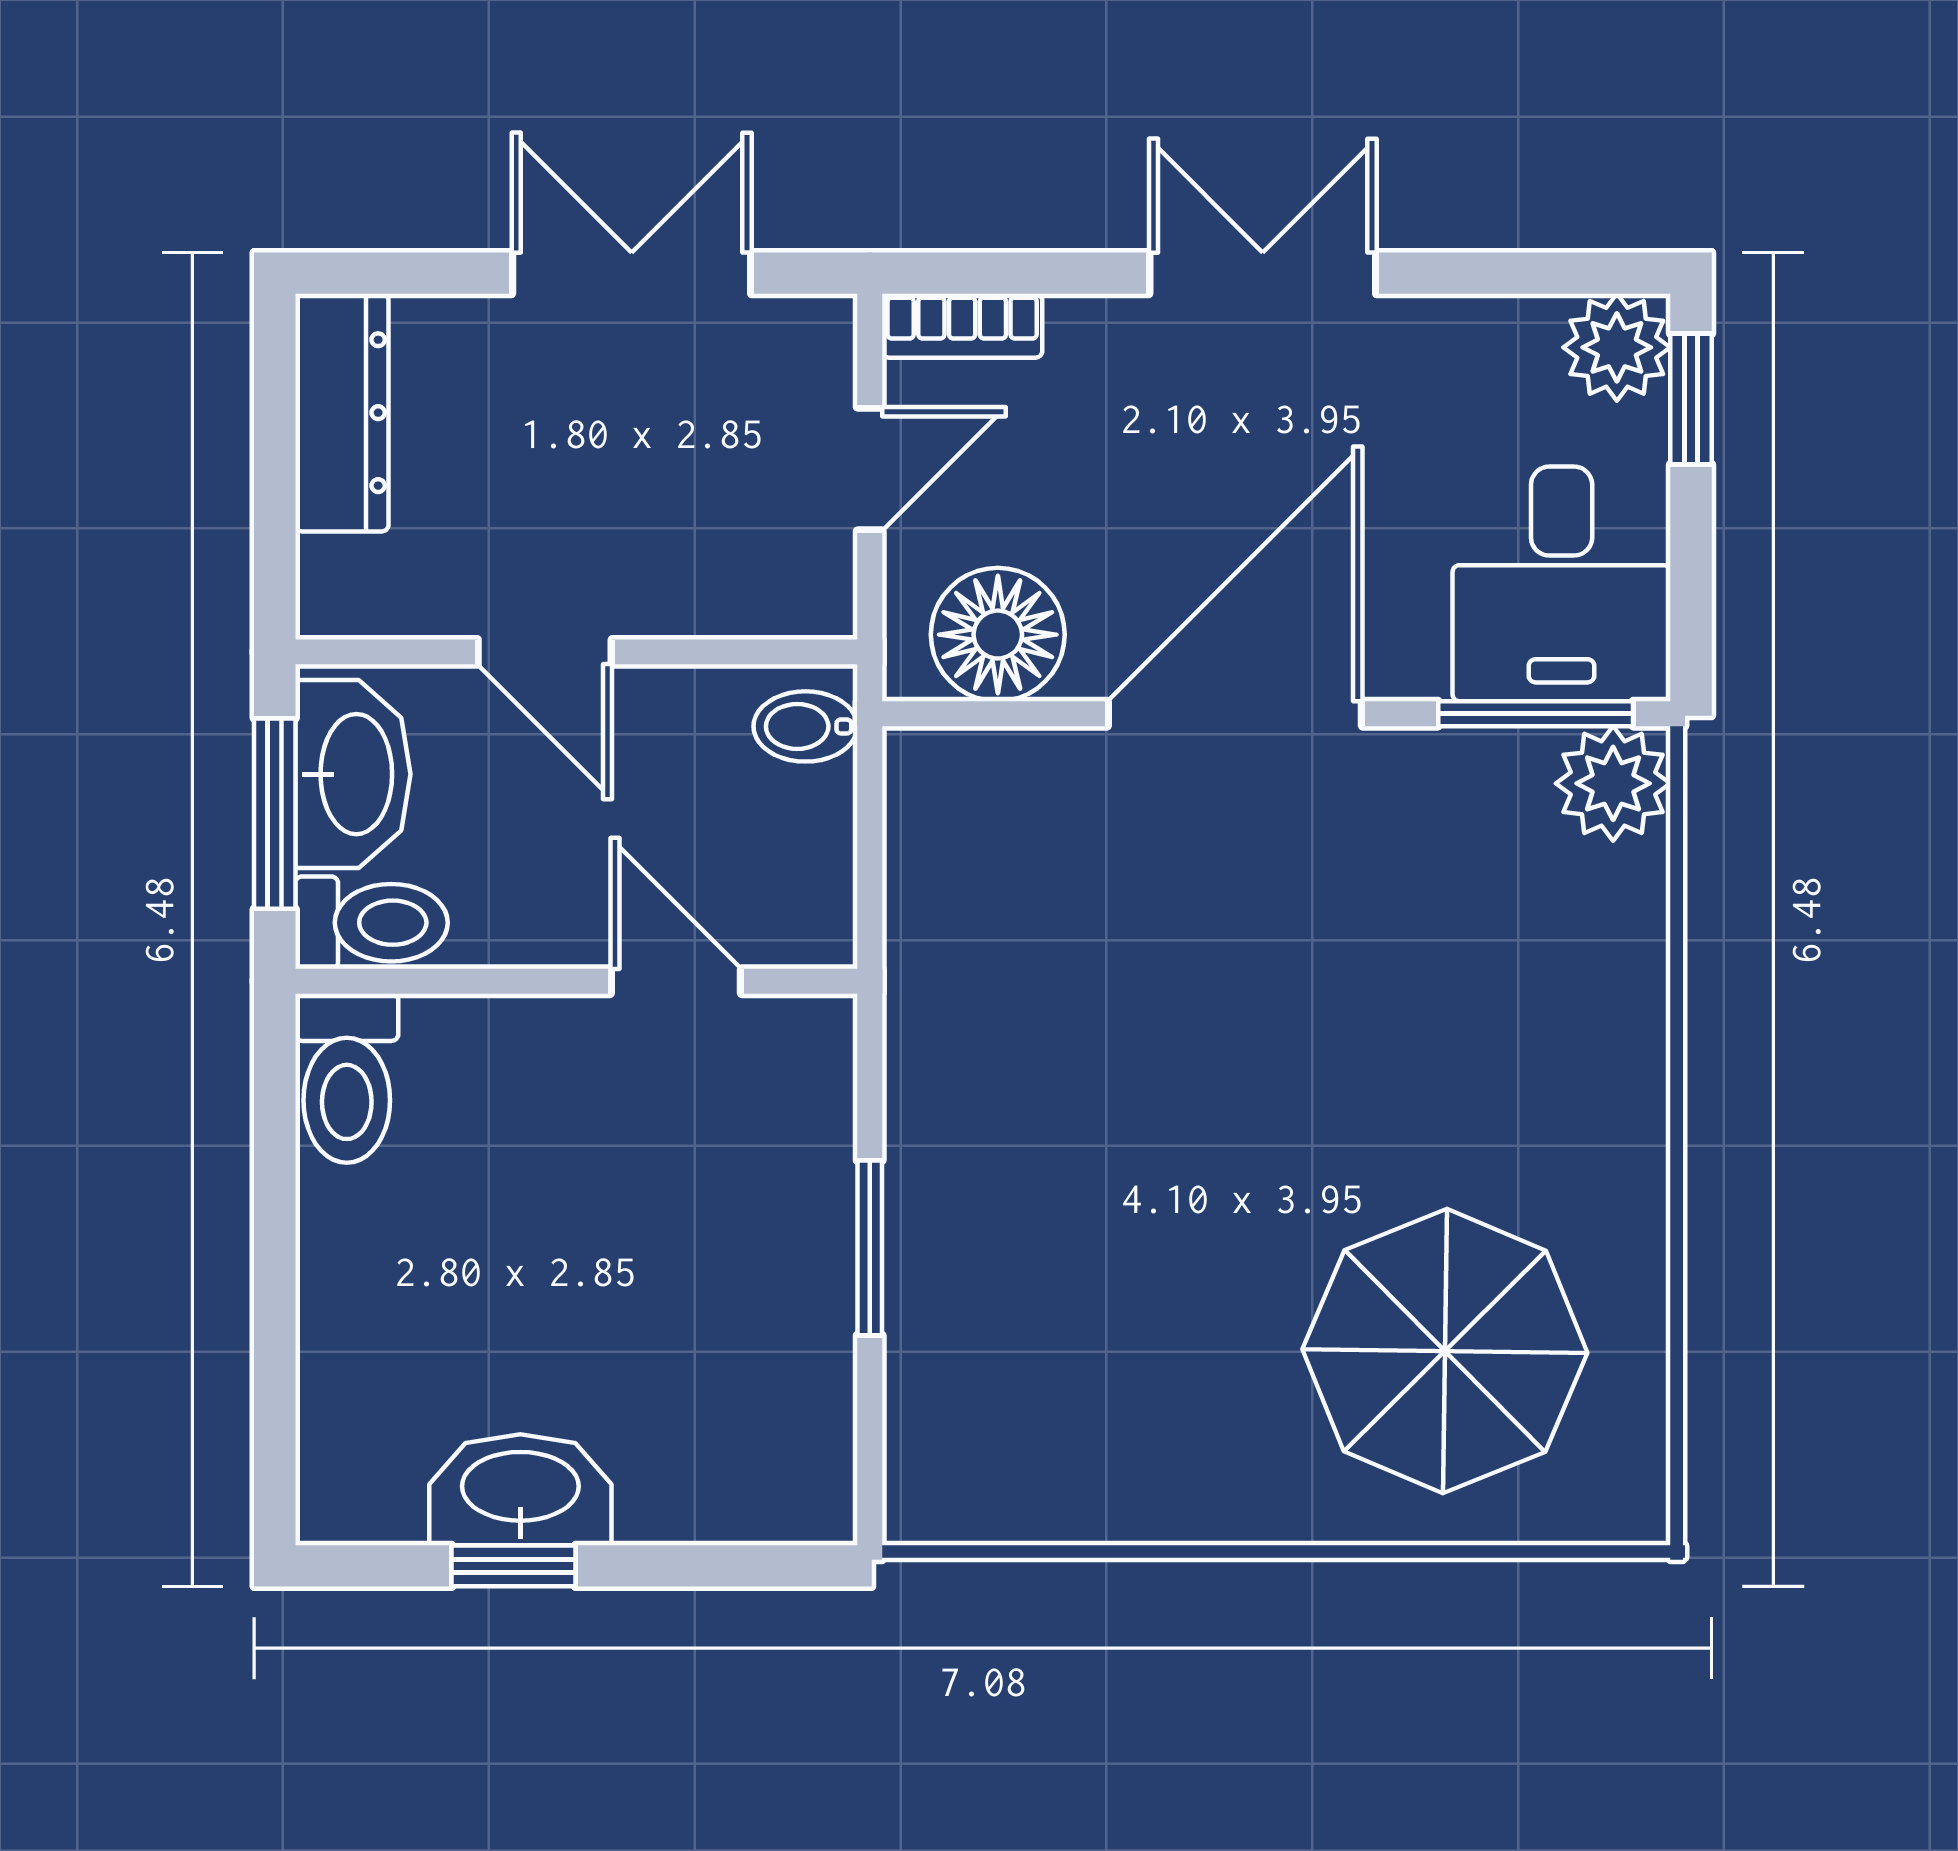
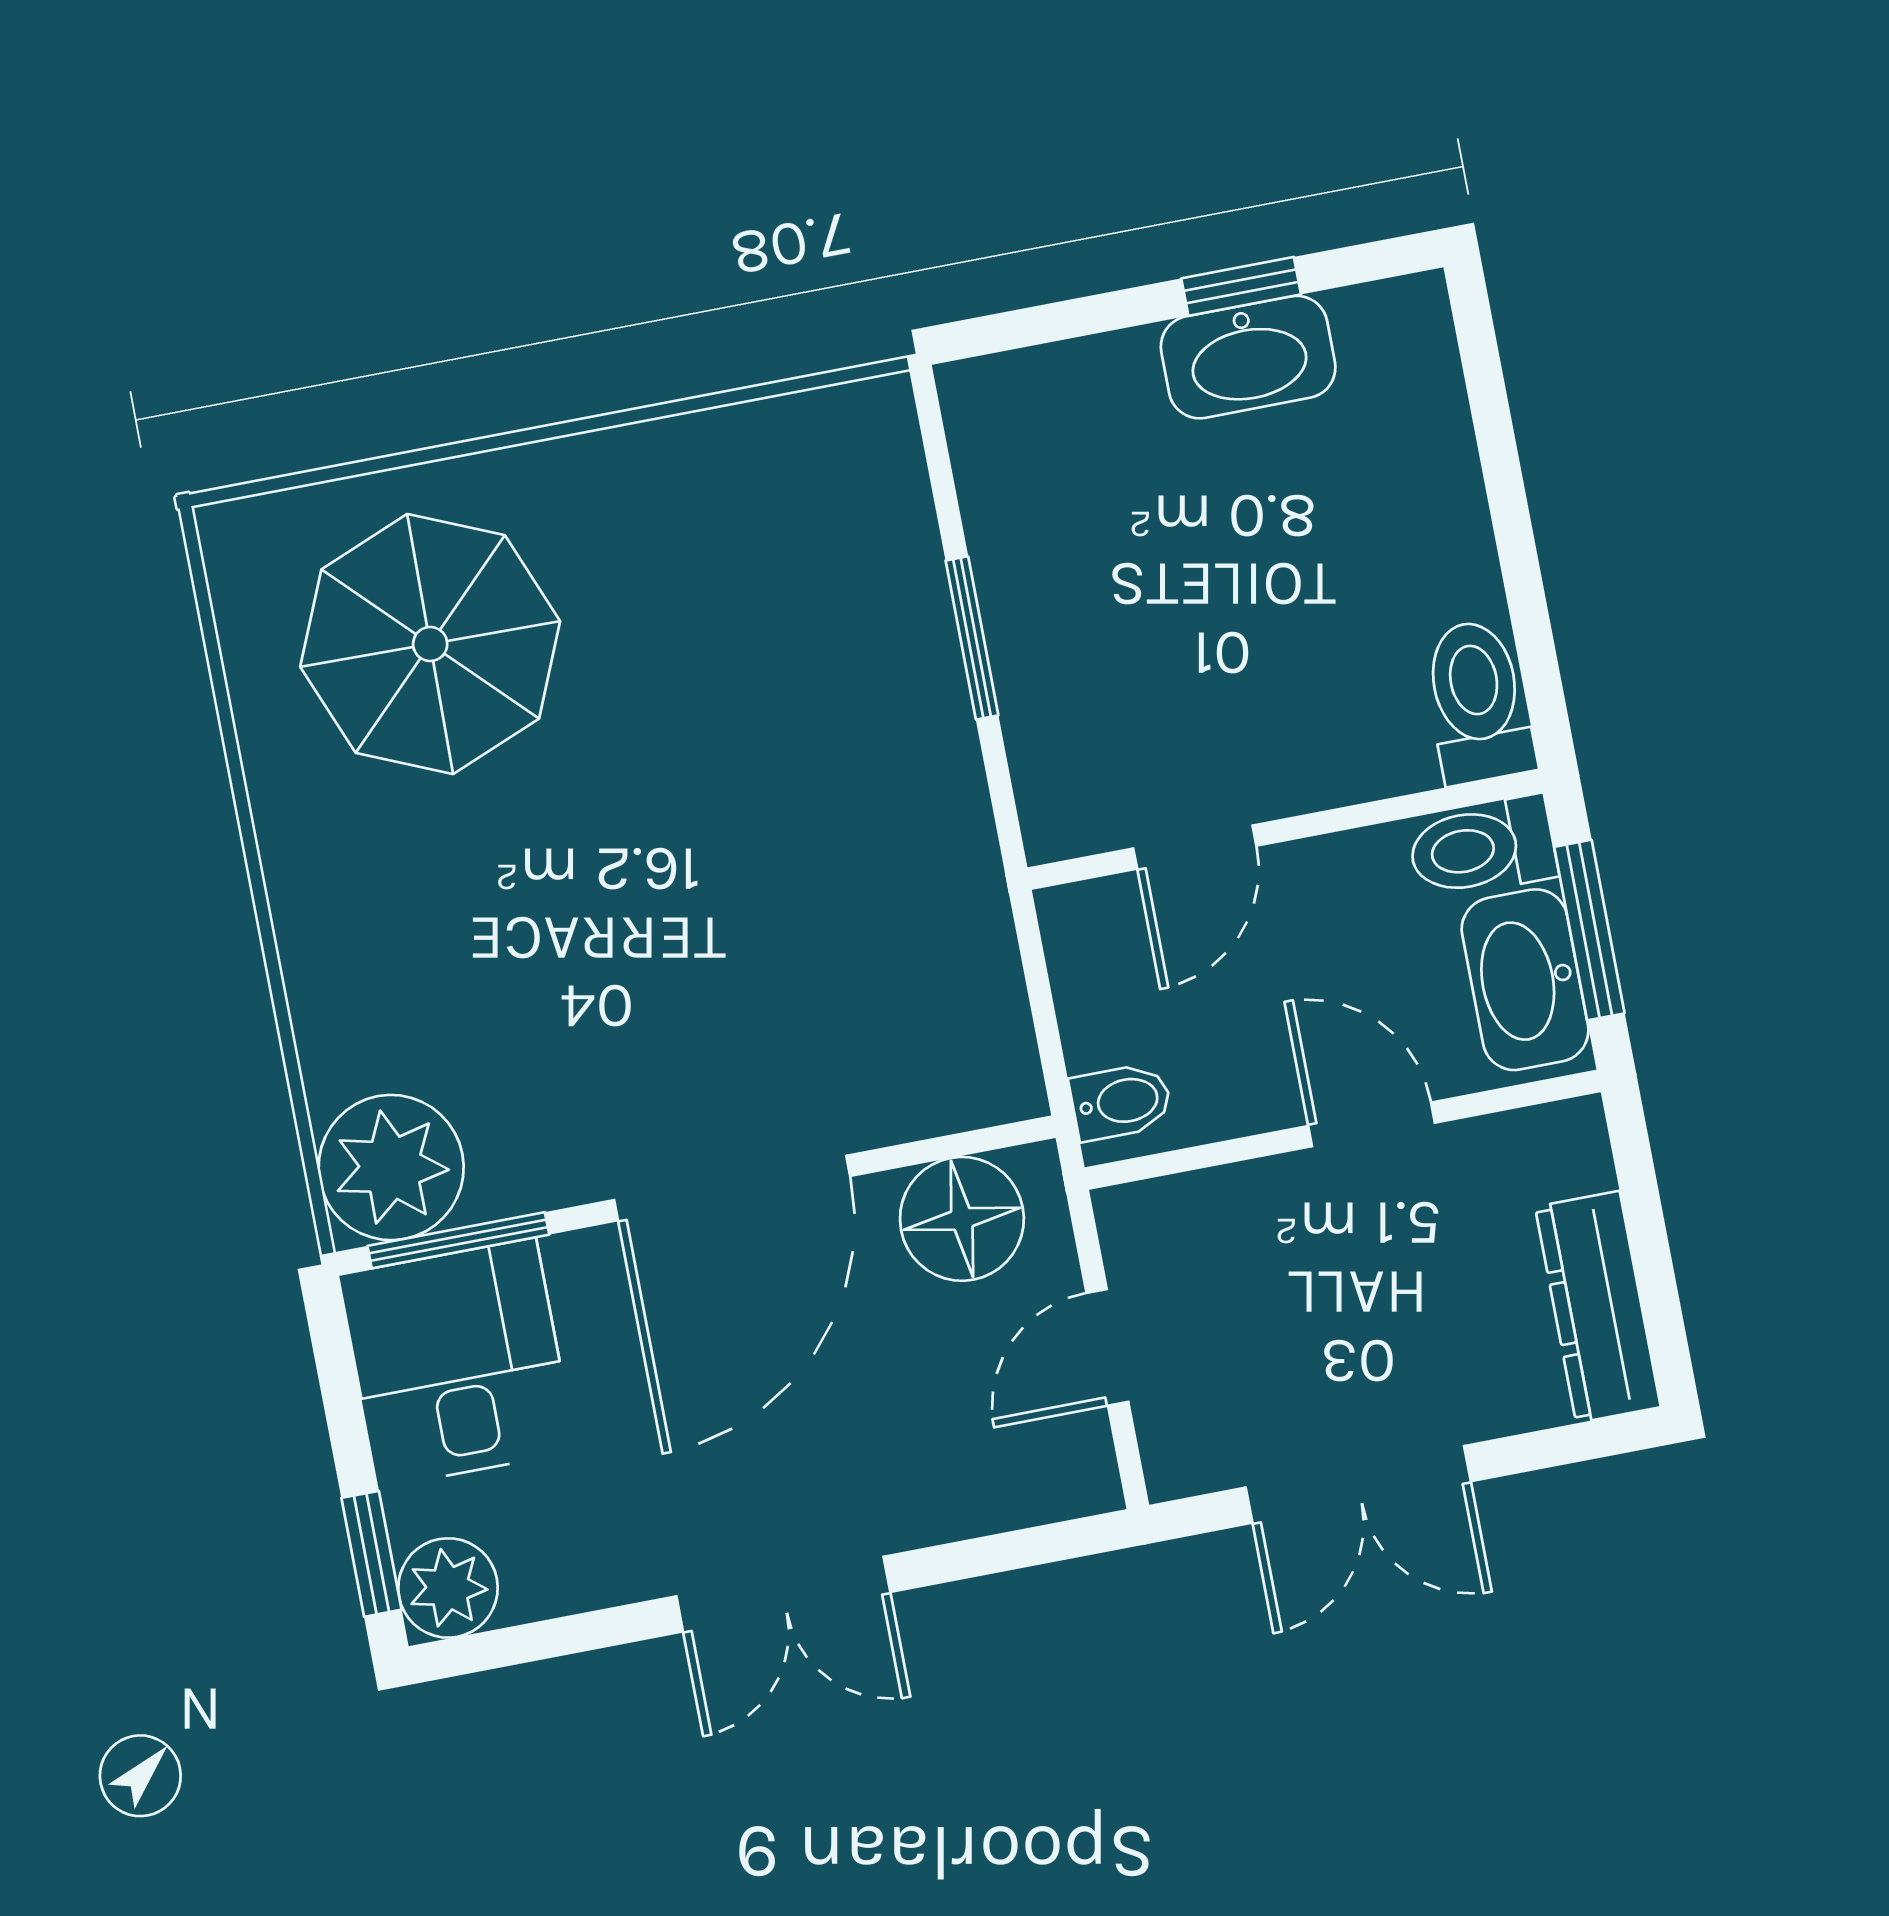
bookcase: (962, 326) -> (1048, 1494), removed
plant: (1613, 783) -> (391, 1167), width x1.36, depth x1.36
door: (676, 981) -> (1195, 847), hinge flipped

